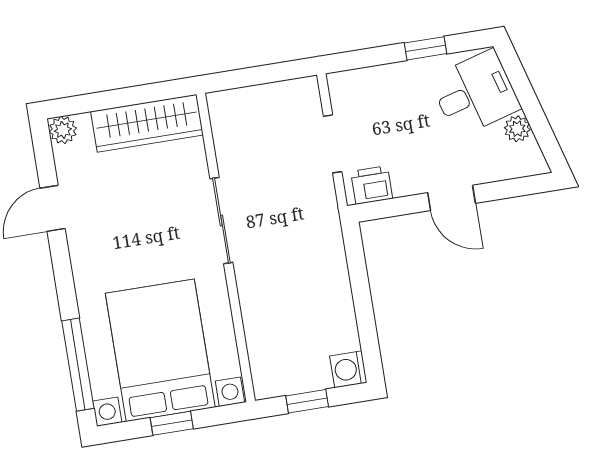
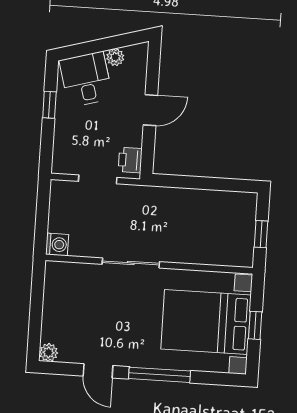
wardrobe: (147, 123) -> (57, 297), removed
window: (78, 365) -> (160, 375), moved
washing machine: (348, 369) -> (57, 245), moved, turned -90

